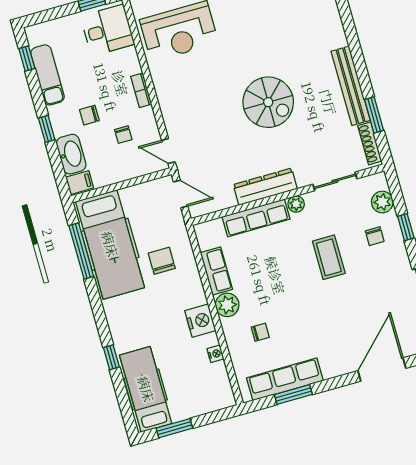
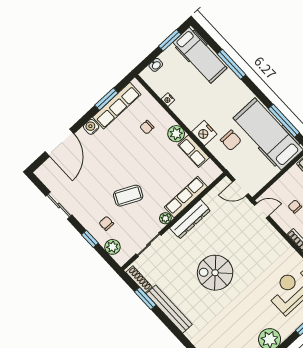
coffee table: (329, 257) -> (128, 196), turned -64
nightstand: (200, 321) -> (204, 133), moved
window: (111, 357) -> (231, 64), width x2.17
water cooler: (331, 369) -> (91, 127), added
washbasin: (208, 406) -> (156, 65), added

